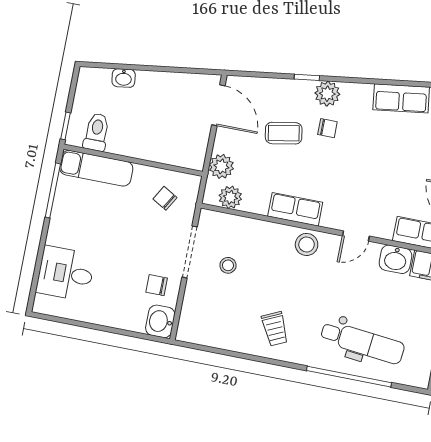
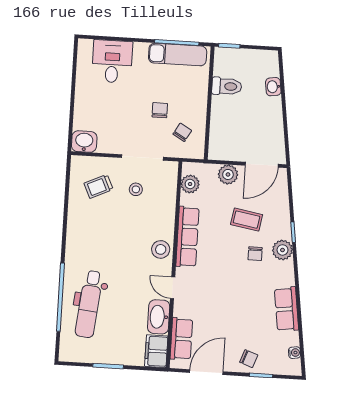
toilet: (97, 132) -> (227, 86), moved
coffee table: (284, 133) -> (247, 220), turned -70
plant: (221, 166) -> (228, 174), moved
exam couch: (96, 168) -> (178, 54), moved, turned -90
row of seats: (295, 209) -> (187, 237), width x1.48
washbasin: (395, 259) -> (159, 317), width x1.38
chair: (157, 285) -> (160, 110), moved
trolley: (275, 329) -> (98, 186), moved

